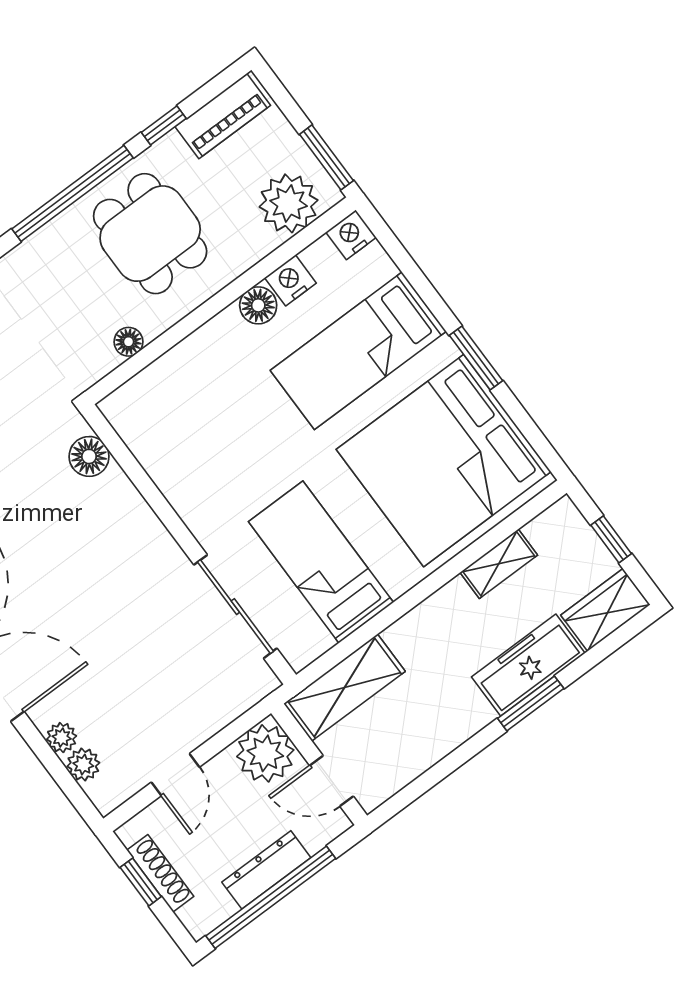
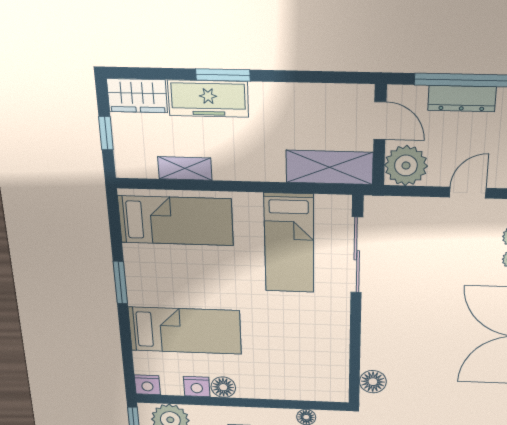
bed: (444, 461) -> (176, 221), width x0.49

